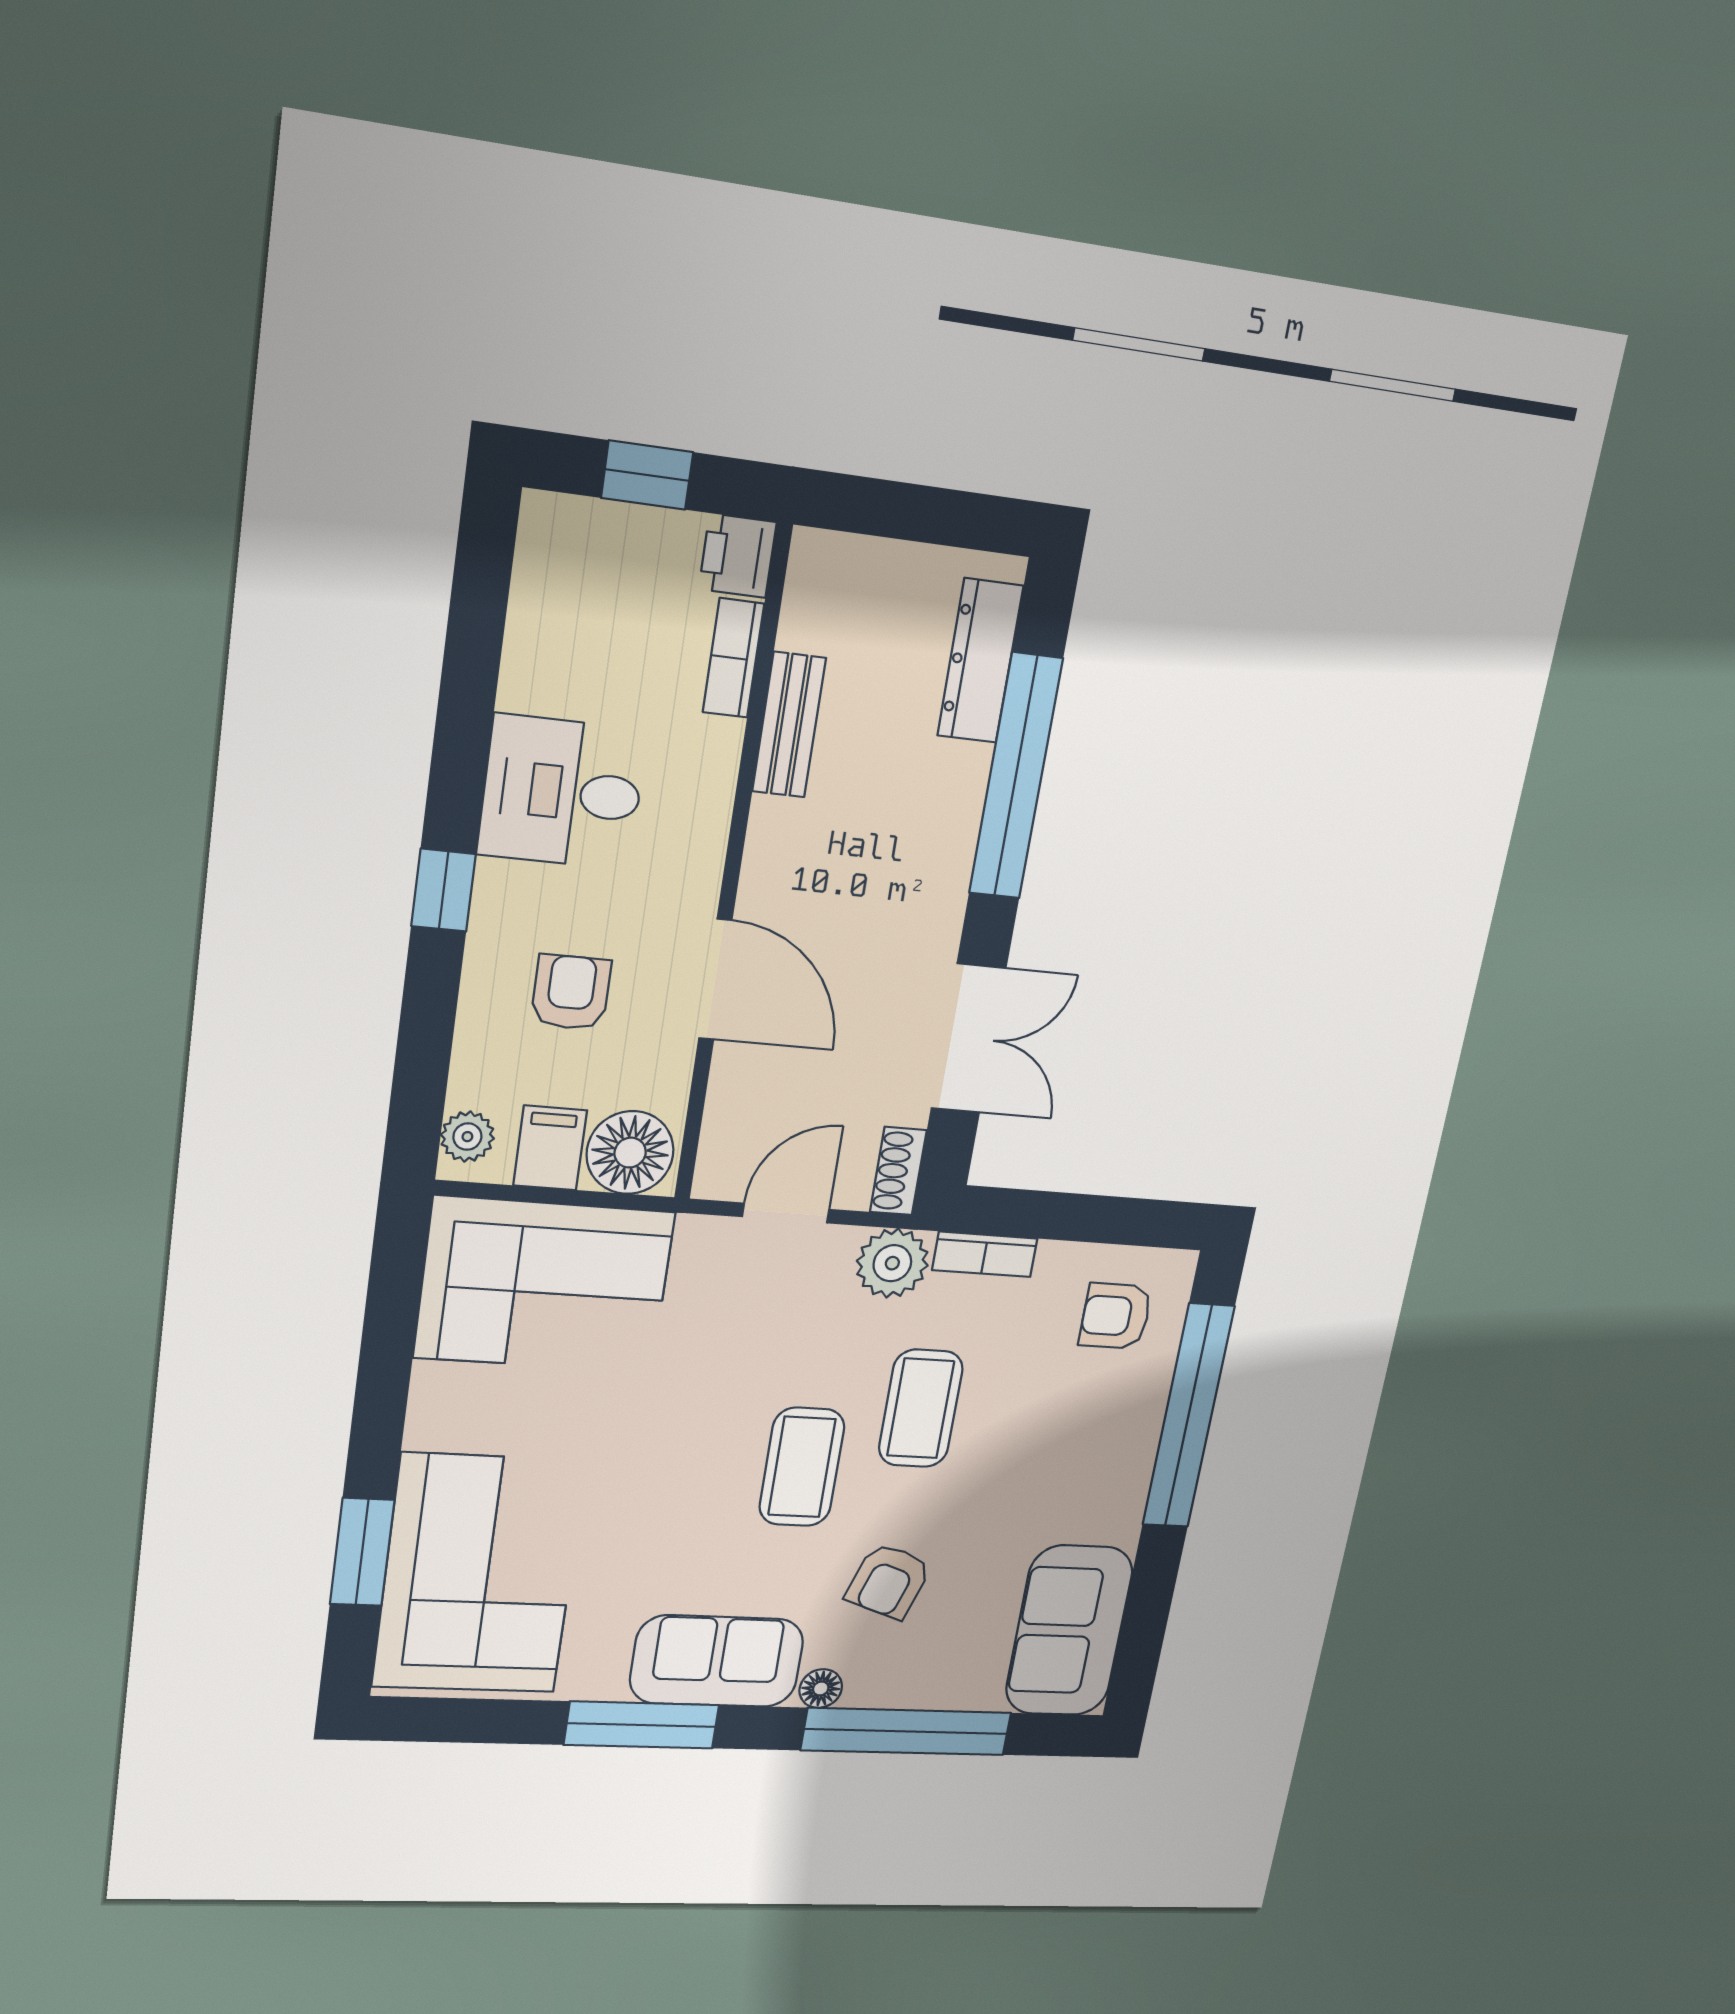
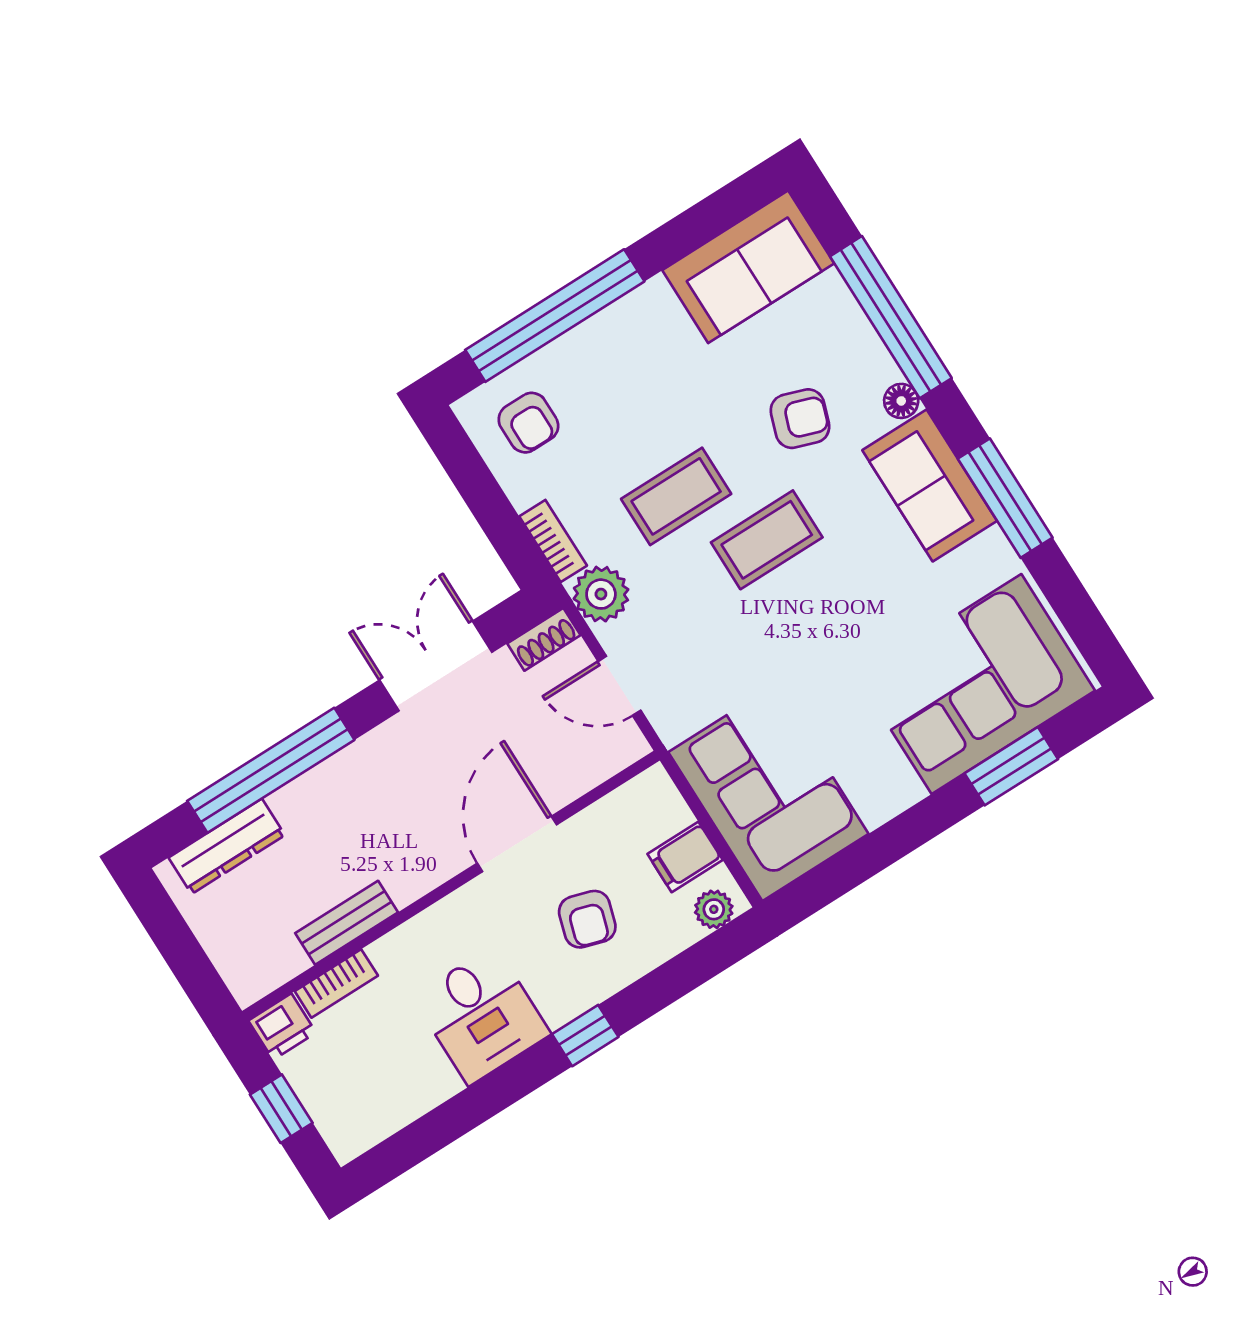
armchair: (571, 992) -> (587, 919), turned -73
floor lamp: (630, 1153) -> (653, 809), removed

